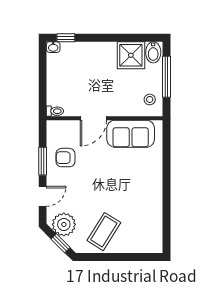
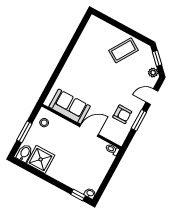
window: (167, 77) -> (24, 132), width x0.69
plant: (64, 224) -> (153, 73), width x0.53, depth x0.53

